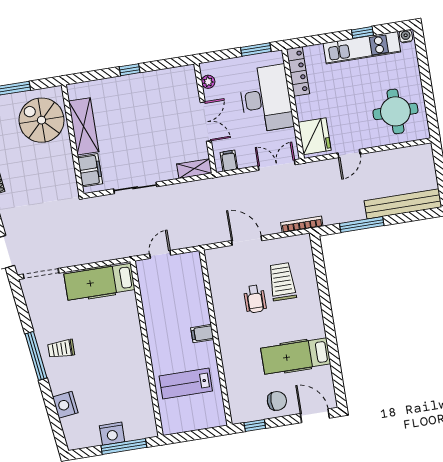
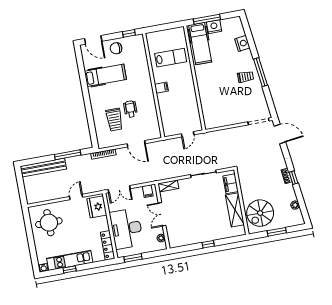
spiral stairs: (42, 120) -> (260, 213), turned 90
hospital bed: (100, 282) -> (200, 44), moved, turned 90

